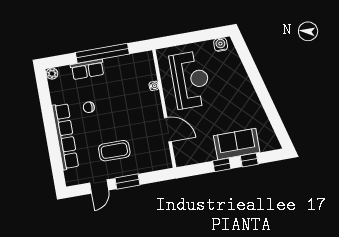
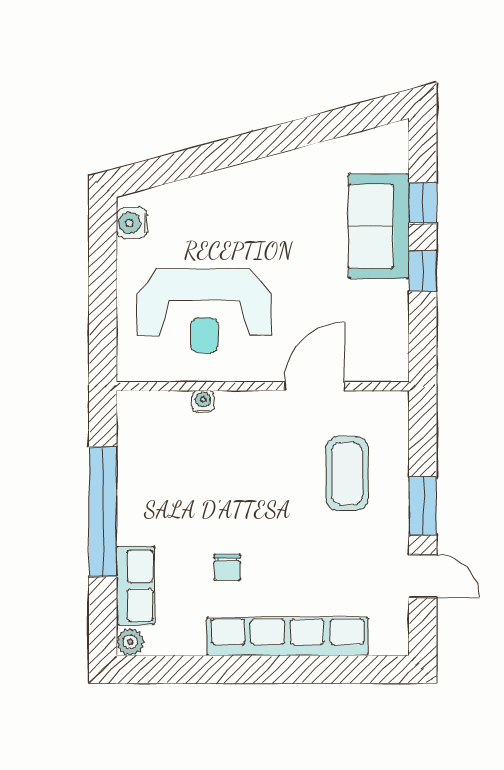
row of seats: (87, 69) -> (135, 586), moved
reception desk: (190, 80) -> (204, 311), turned 180
coffee table: (114, 151) -> (347, 474), moved

